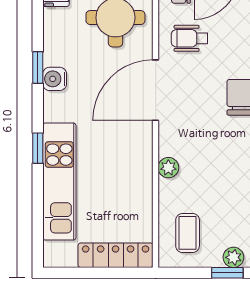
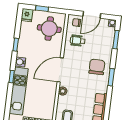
water cooler: (55, 79) -> (20, 62), moved
door: (156, 90) -> (60, 70), moved

